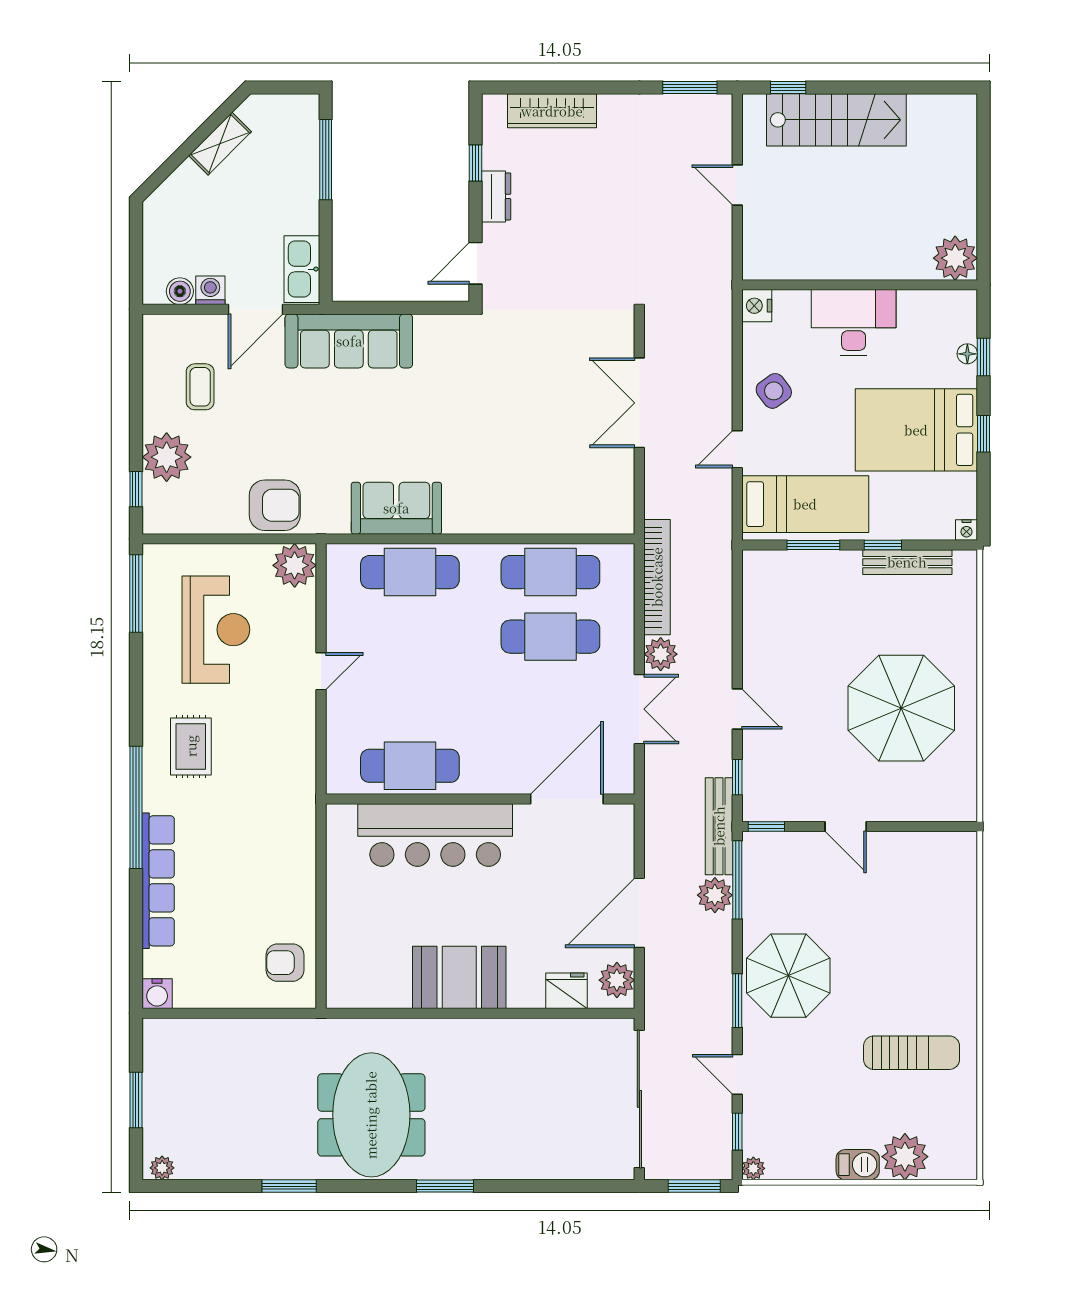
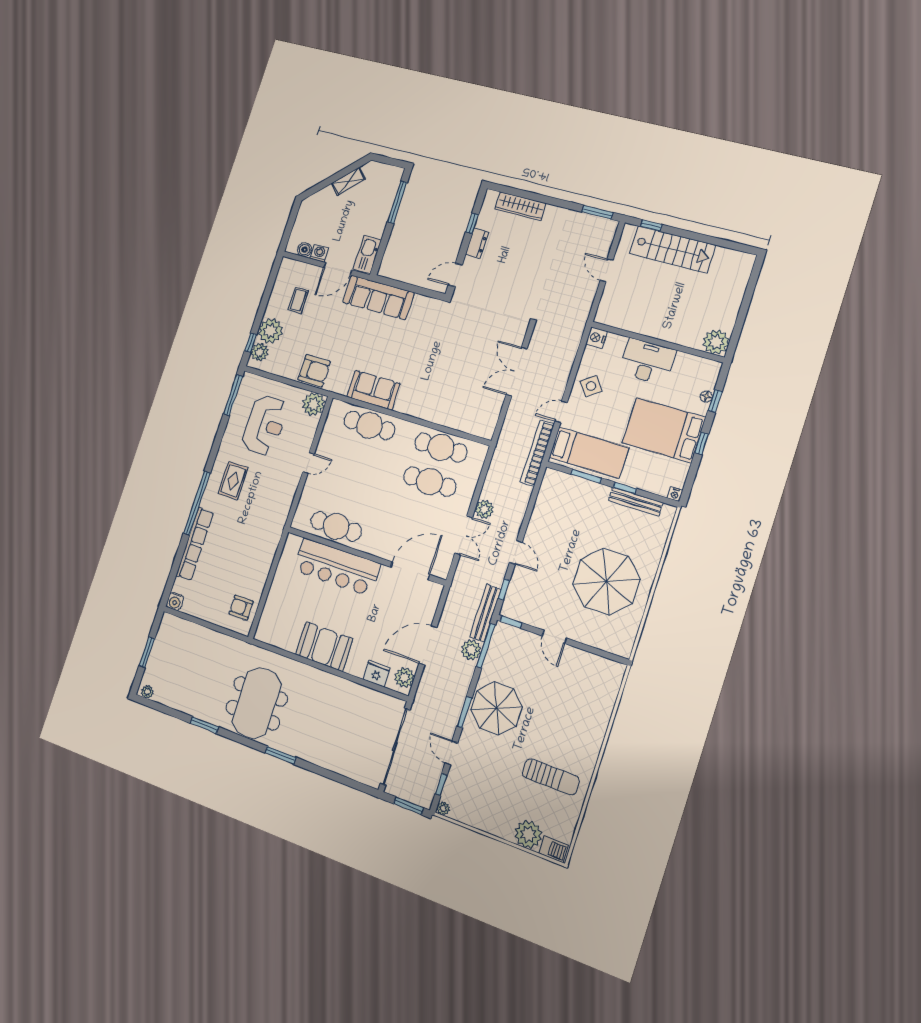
plant: (159, 501) -> (260, 352), added
bookcase: (657, 577) -> (537, 453), moved, turned 180
barbecue: (858, 1165) -> (553, 849), moved

